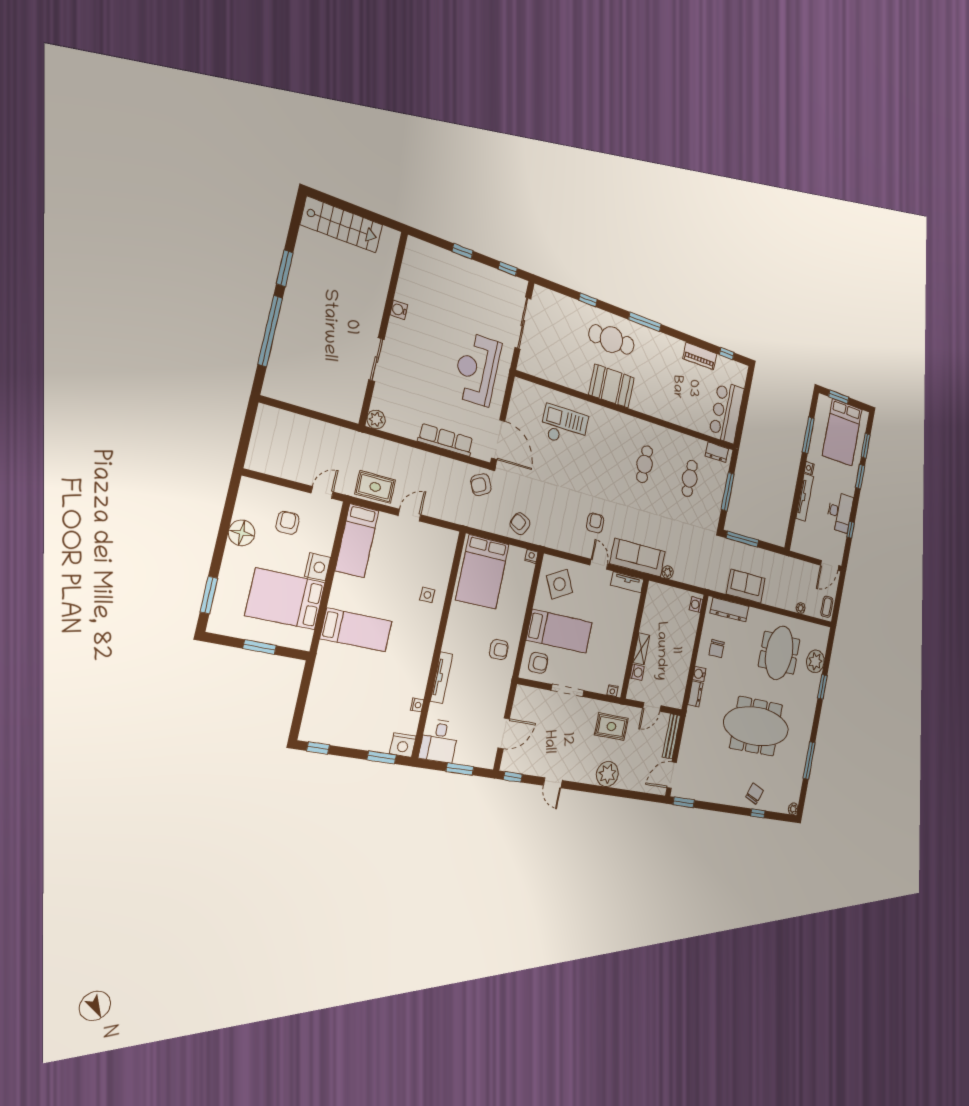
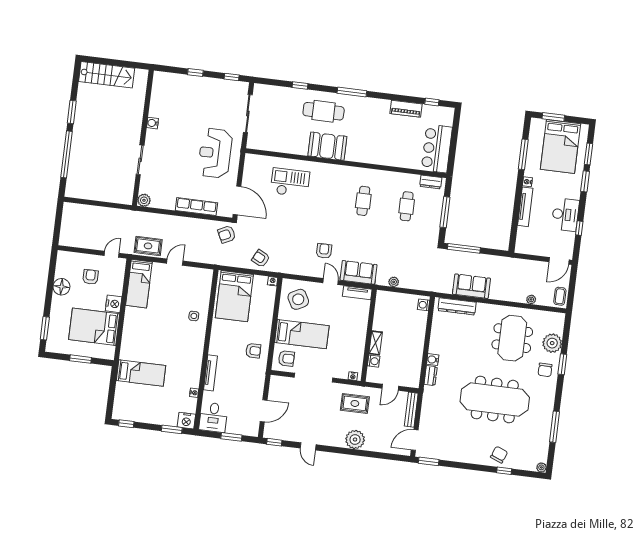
sofa: (638, 558) -> (359, 272), width x0.73
bed: (356, 630) -> (141, 373), moved
chair: (717, 649) -> (545, 370), moved
doorway: (568, 691) -> (314, 378), width x1.36

